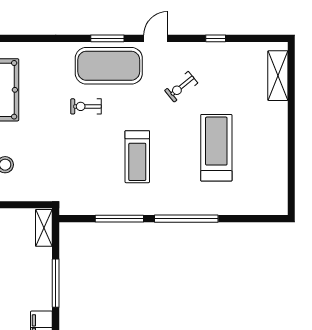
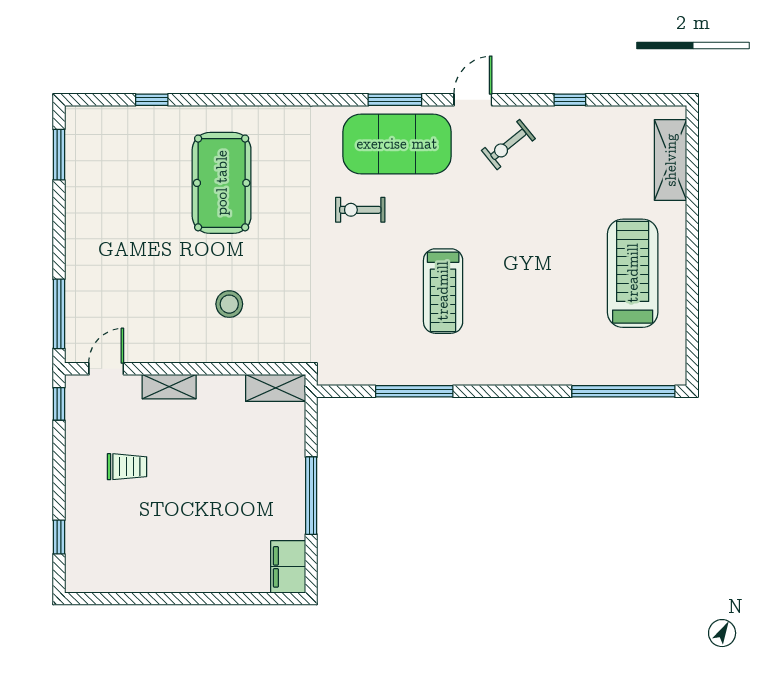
exercise bike: (181, 87) -> (508, 145), moved
treadmill: (216, 148) -> (633, 273), moved
window: (186, 219) -> (623, 391), moved
shelving: (44, 228) -> (276, 388), moved, turned 90

